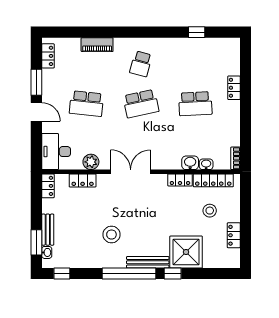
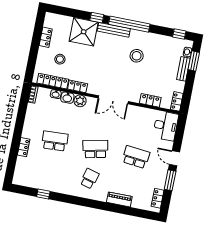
plant: (91, 162) -> (80, 101), moved

